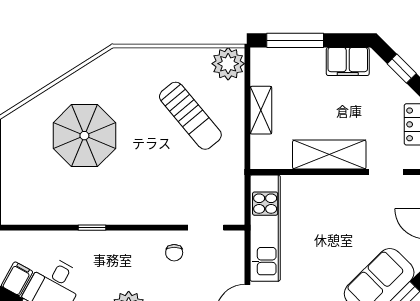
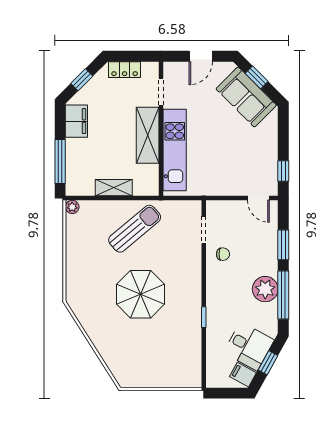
plant: (228, 64) -> (72, 207), width x0.53, depth x0.53
sun lounger: (190, 116) -> (135, 229), moved
parasol: (84, 136) -> (141, 294), moved
kitchen unit: (265, 228) -> (175, 150), moved, turned 90

